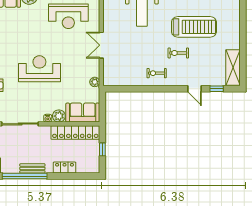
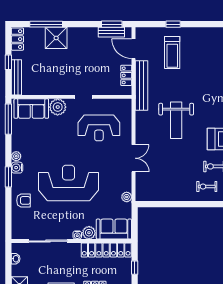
double door: (101, 45) -> (133, 158), swing flipped
reception desk: (39, 69) -> (69, 183), width x1.36, depth x1.30
exercise bike: (157, 73) -> (207, 187), moved

